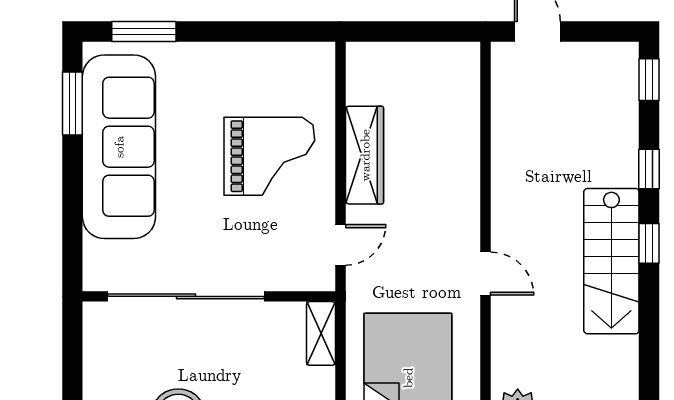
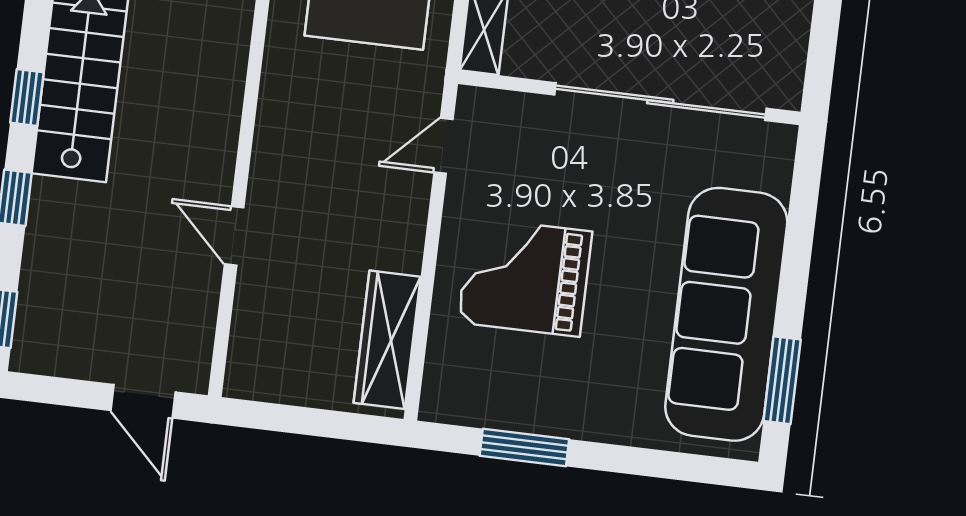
window: (144, 32) -> (524, 447), moved
wardrobe: (365, 155) -> (387, 340), moved
door: (485, 274) -> (234, 236), moved

